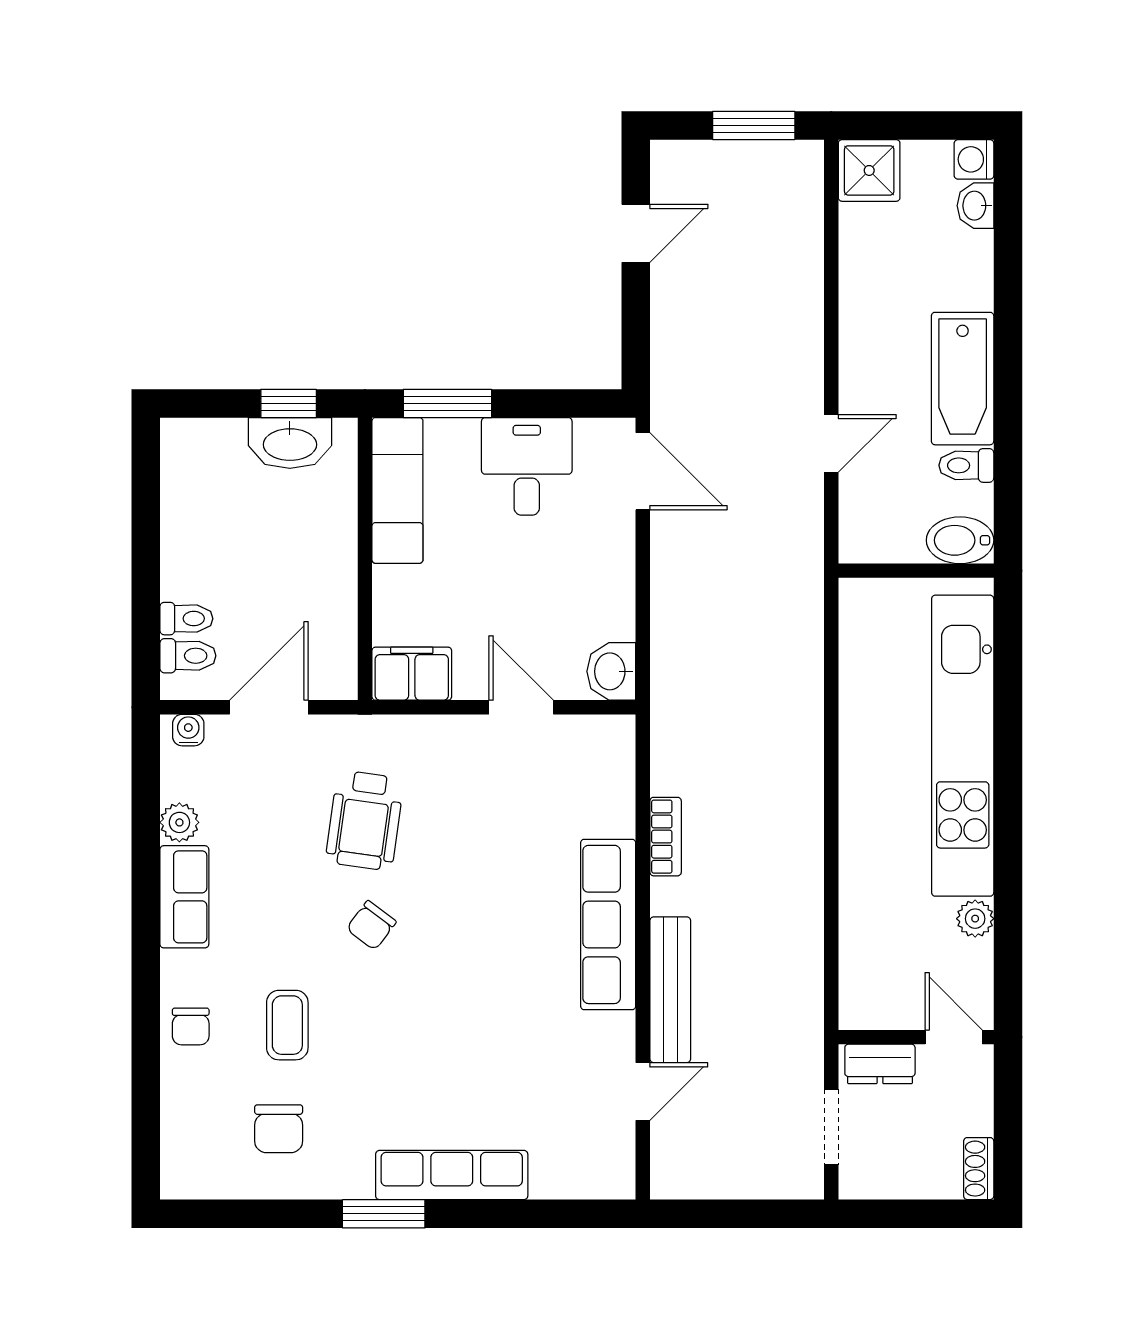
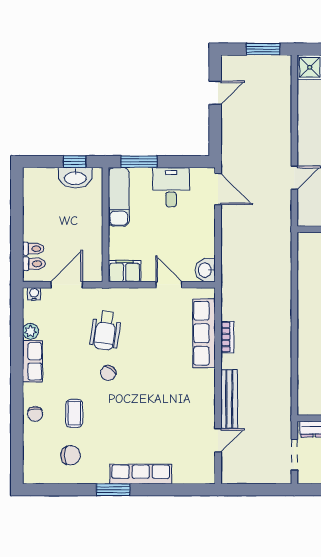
row of seats: (608, 924) -> (204, 333), moved
chair: (279, 1129) -> (71, 455), turned -90

